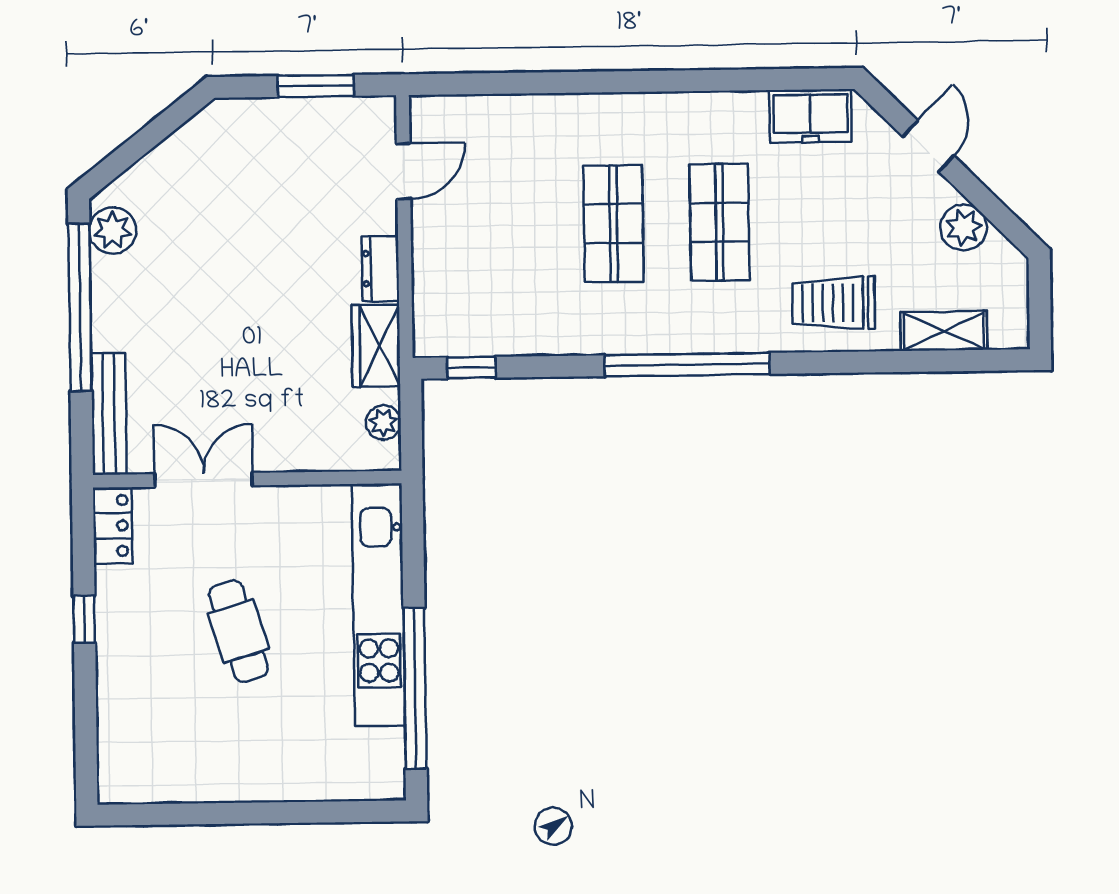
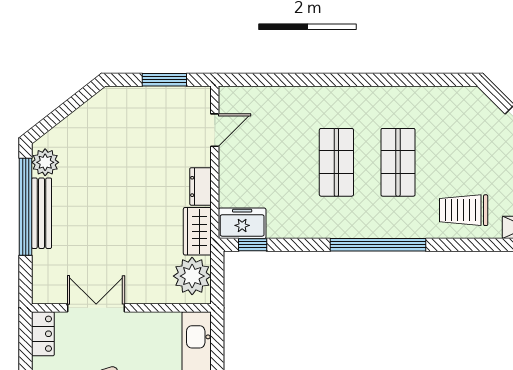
freezer: (810, 116) -> (242, 223), moved, turned 180
bench: (109, 414) -> (42, 213), moved
plant: (383, 422) -> (192, 276), width x1.88, depth x1.88

